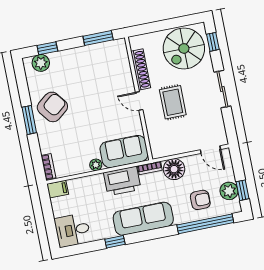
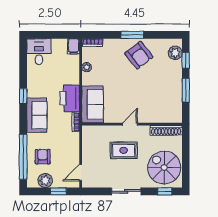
window: (98, 38) -> (186, 90), moved
shoe rack: (141, 70) -> (166, 130), moved
plant: (96, 165) -> (87, 67), moved
floor lamp: (174, 169) -> (71, 141), removed
window: (243, 190) -> (58, 191), moved
armchair: (200, 200) -> (43, 157), turned 180
sofa: (143, 219) -> (37, 115), width x0.73
window: (115, 242) -> (23, 96), moved

